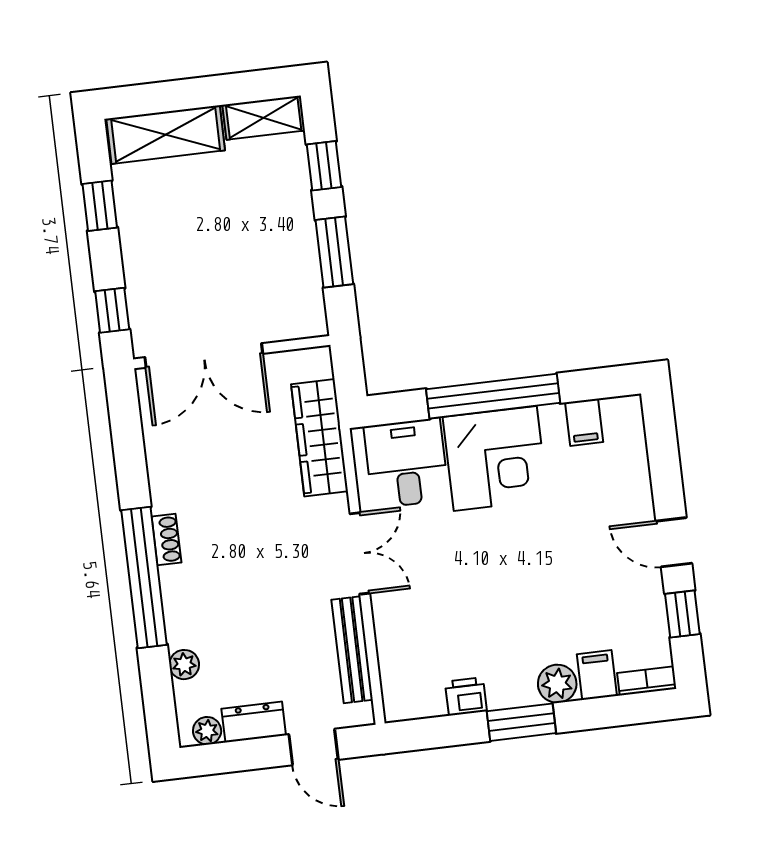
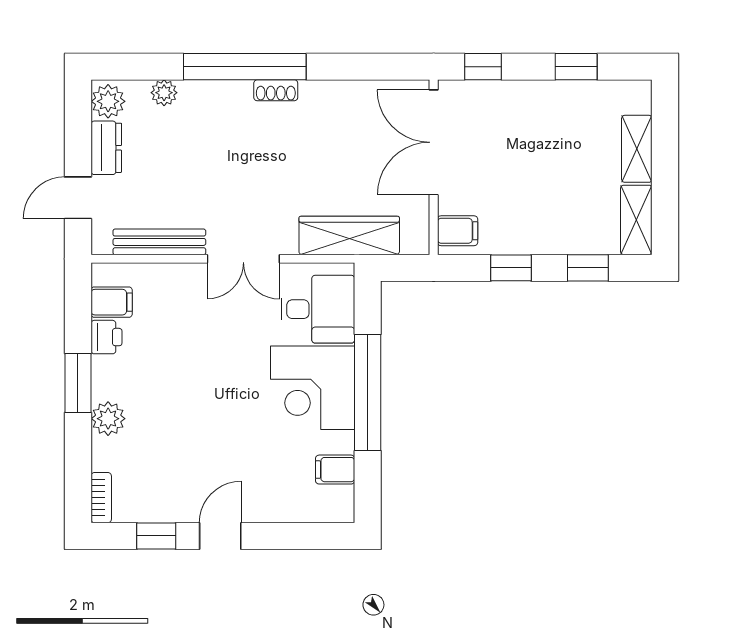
shelving: (166, 135) -> (637, 149), width x0.67, depth x0.75
window: (334, 252) -> (511, 268), width x0.67
filing cabinet: (300, 317) -> (458, 231), added
filing cabinet: (597, 675) -> (112, 302), moved
plant: (207, 731) -> (108, 101), width x1.38, depth x1.38

